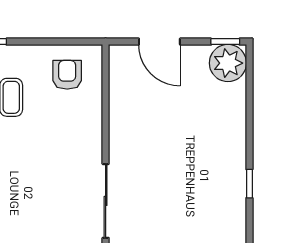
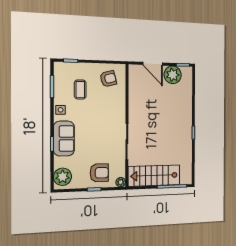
plant: (228, 63) -> (173, 75), moved
armchair: (67, 75) -> (108, 79), turned 75

